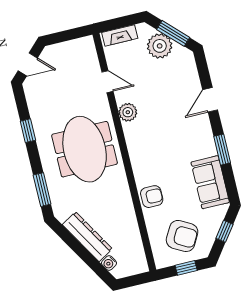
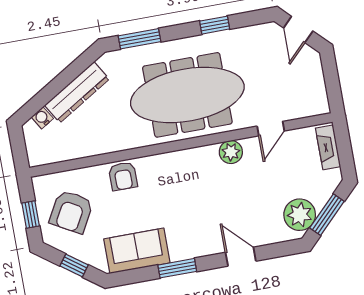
plant: (160, 46) -> (300, 215), moved
meeting table: (85, 149) -> (187, 95), width x1.36

